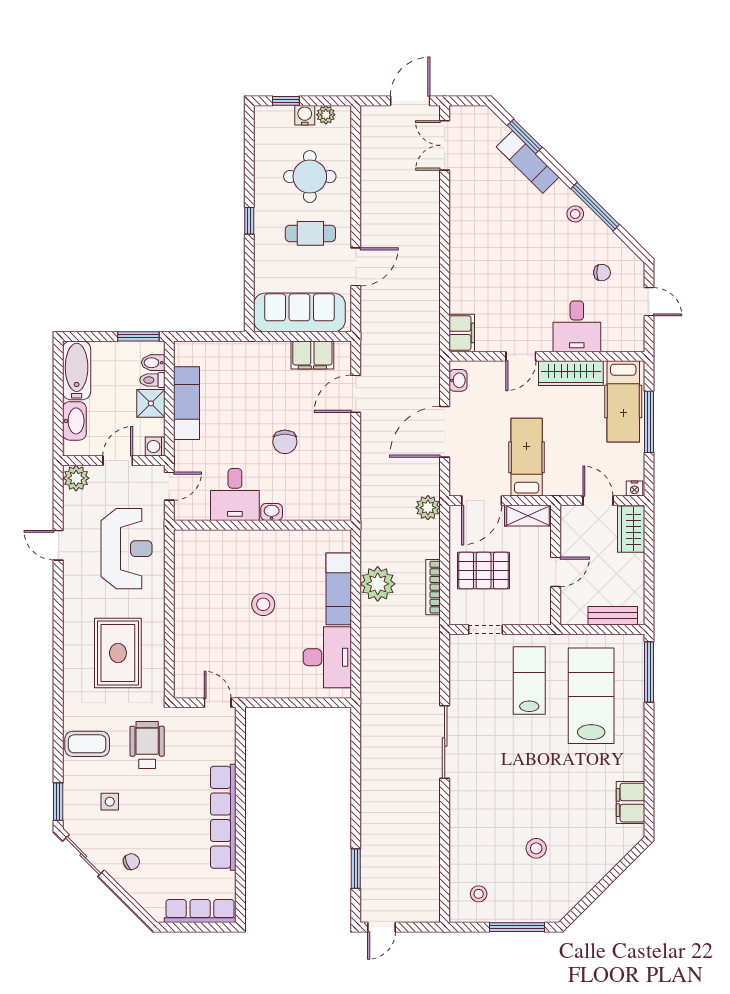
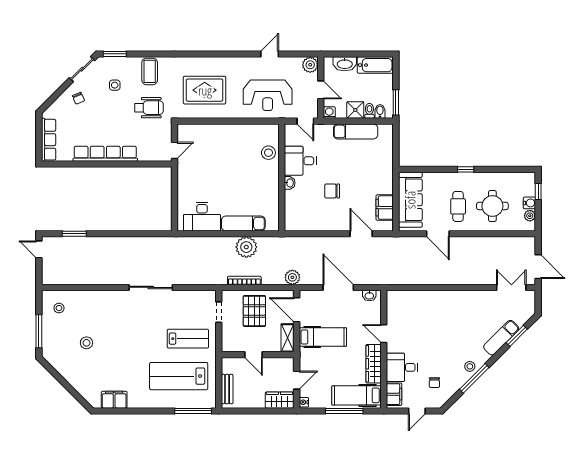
filing cabinet: (462, 333) -> (394, 394), moved, turned -90
stool: (263, 604) -> (268, 153), moved
lab bench: (591, 696) -> (179, 376), turned 180

